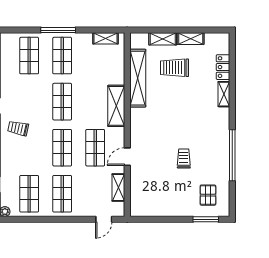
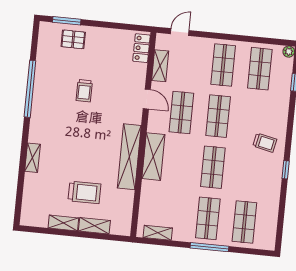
locker: (223, 67) -> (141, 48), moved, turned 180
shelving: (138, 78) -> (129, 157), moved
door: (127, 157) -> (147, 99), hinge flipped
pallet: (208, 195) -> (73, 39), moved, turned 90

